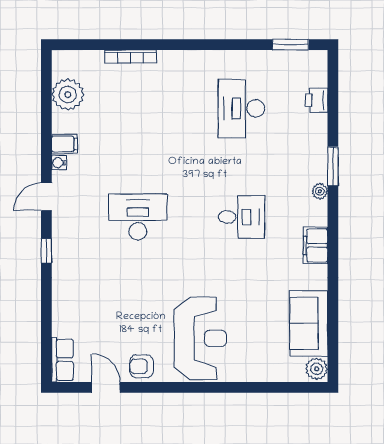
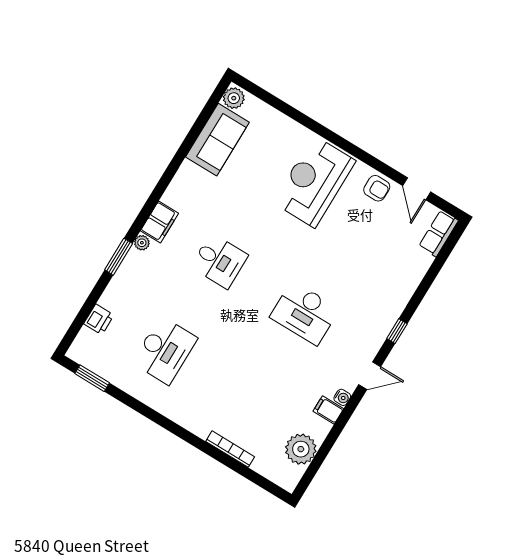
desk: (241, 217) -> (219, 261), turned 180
filing cabinet: (315, 245) -> (159, 222), moved

